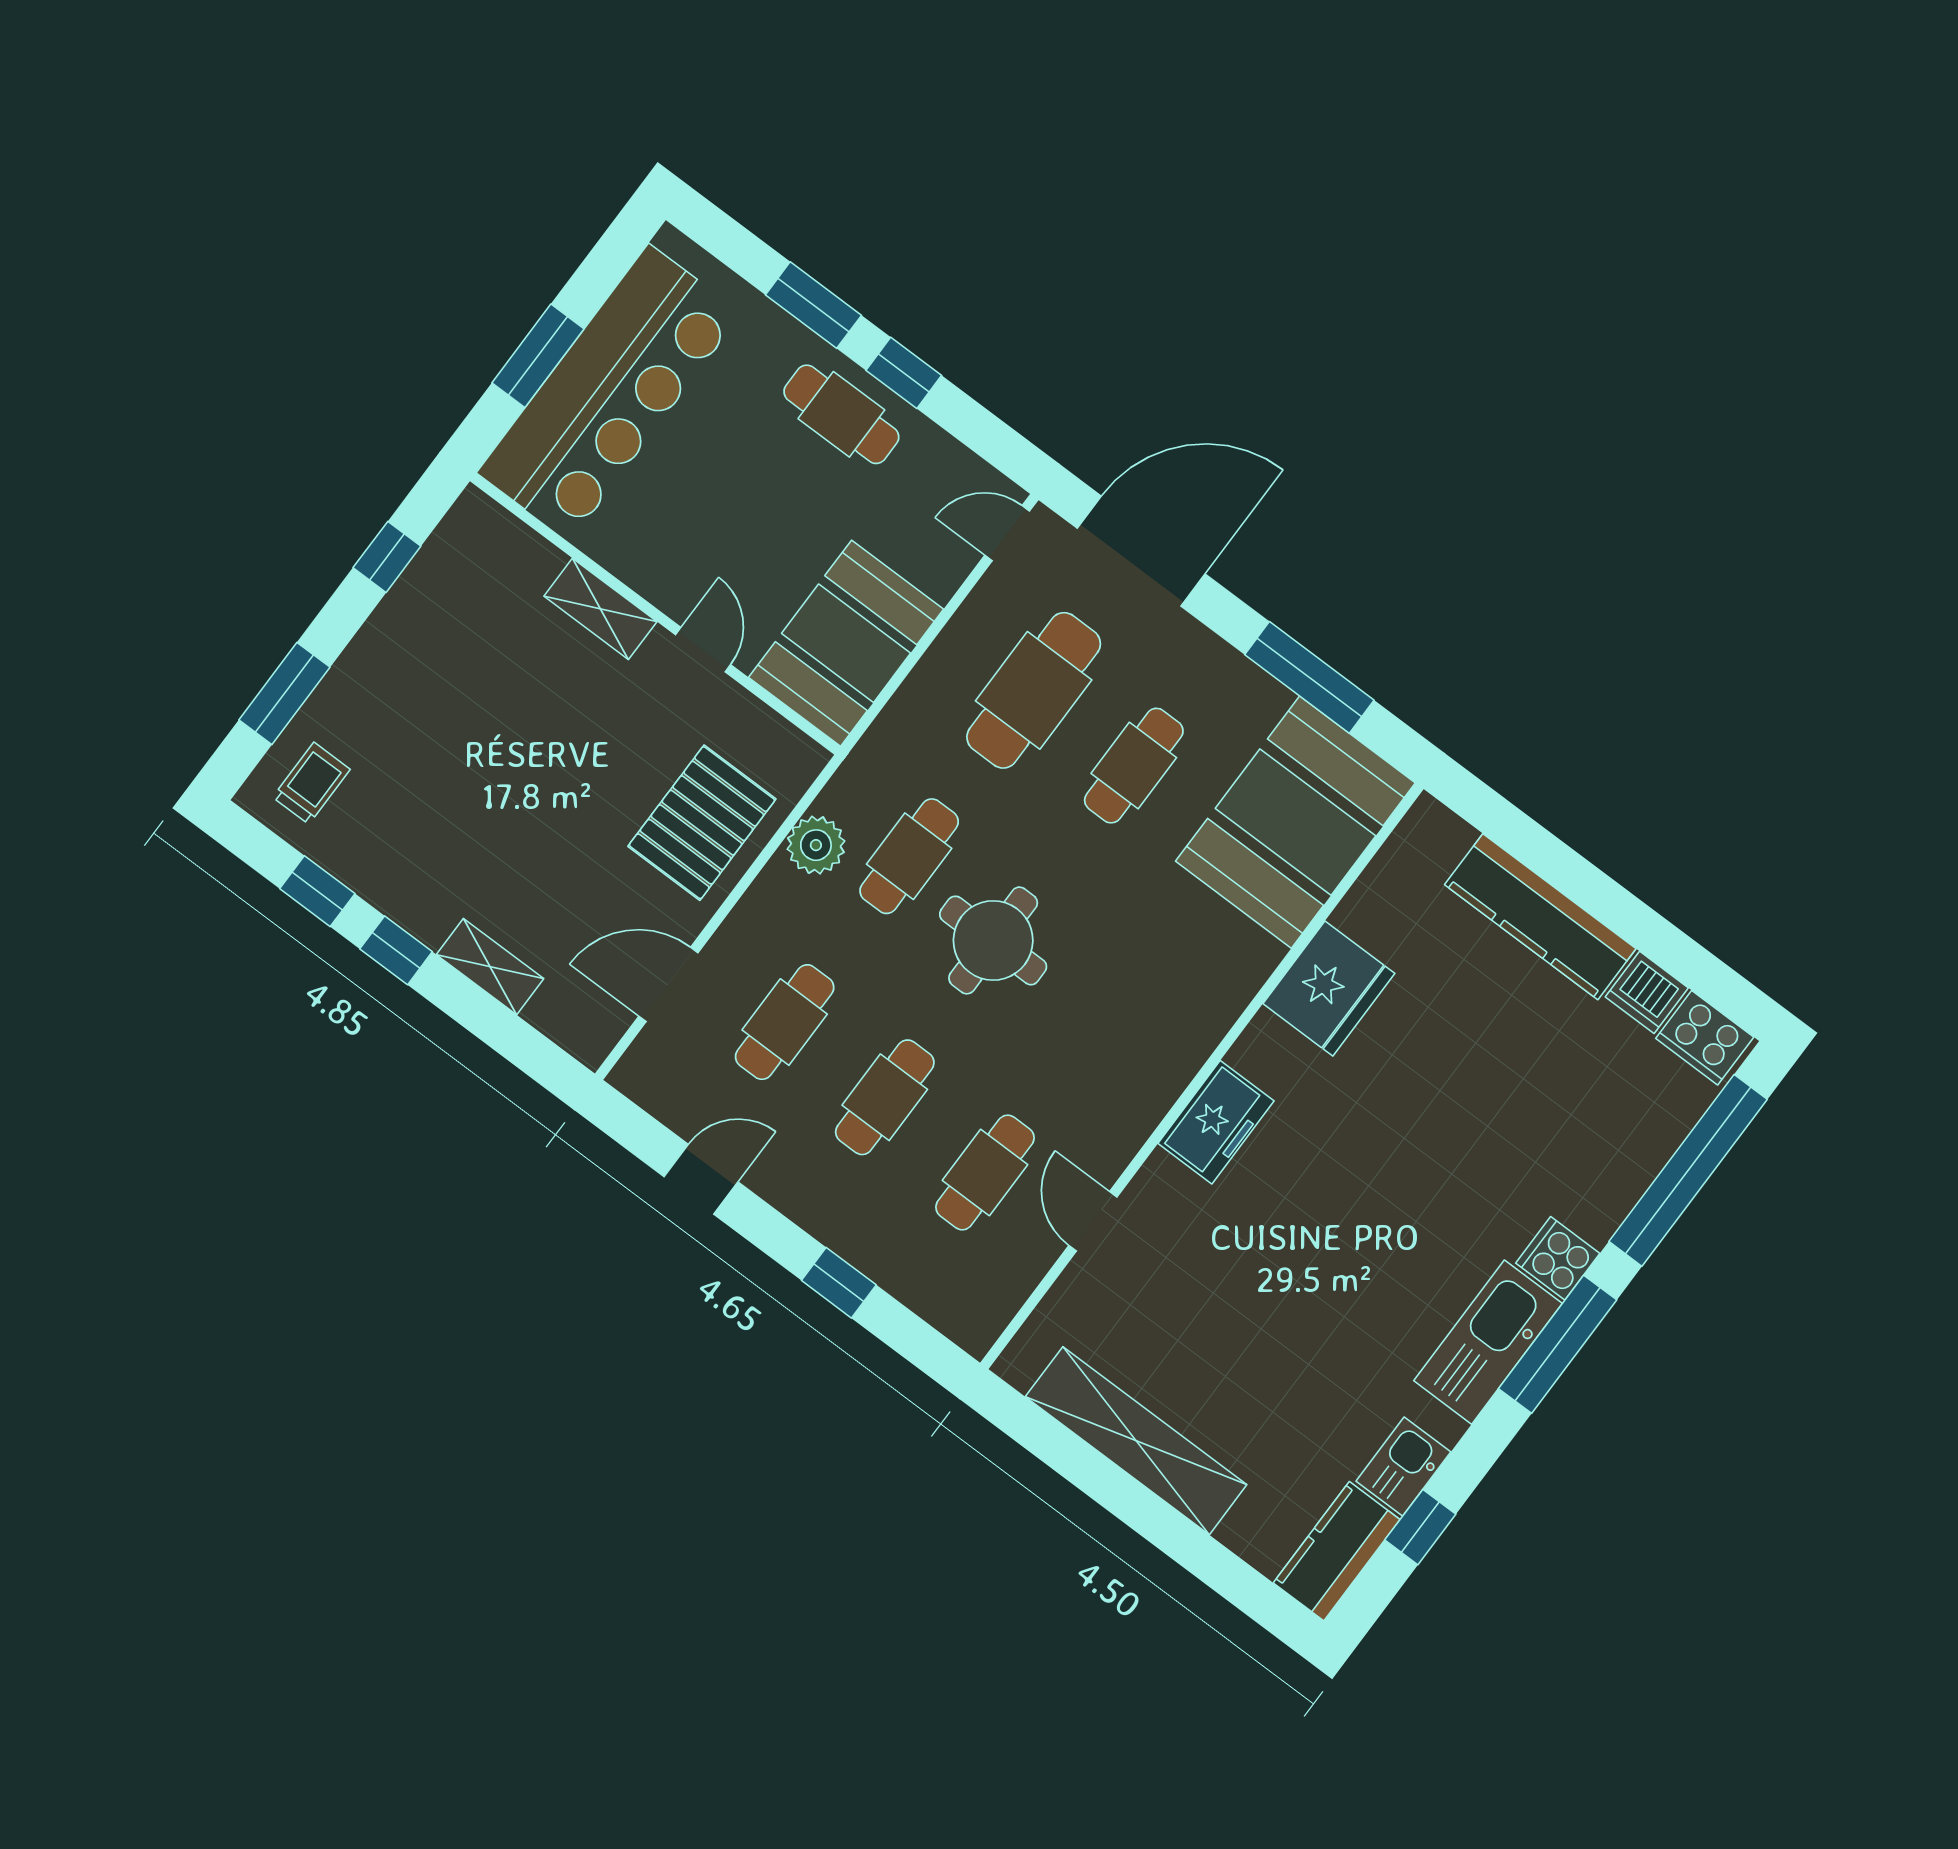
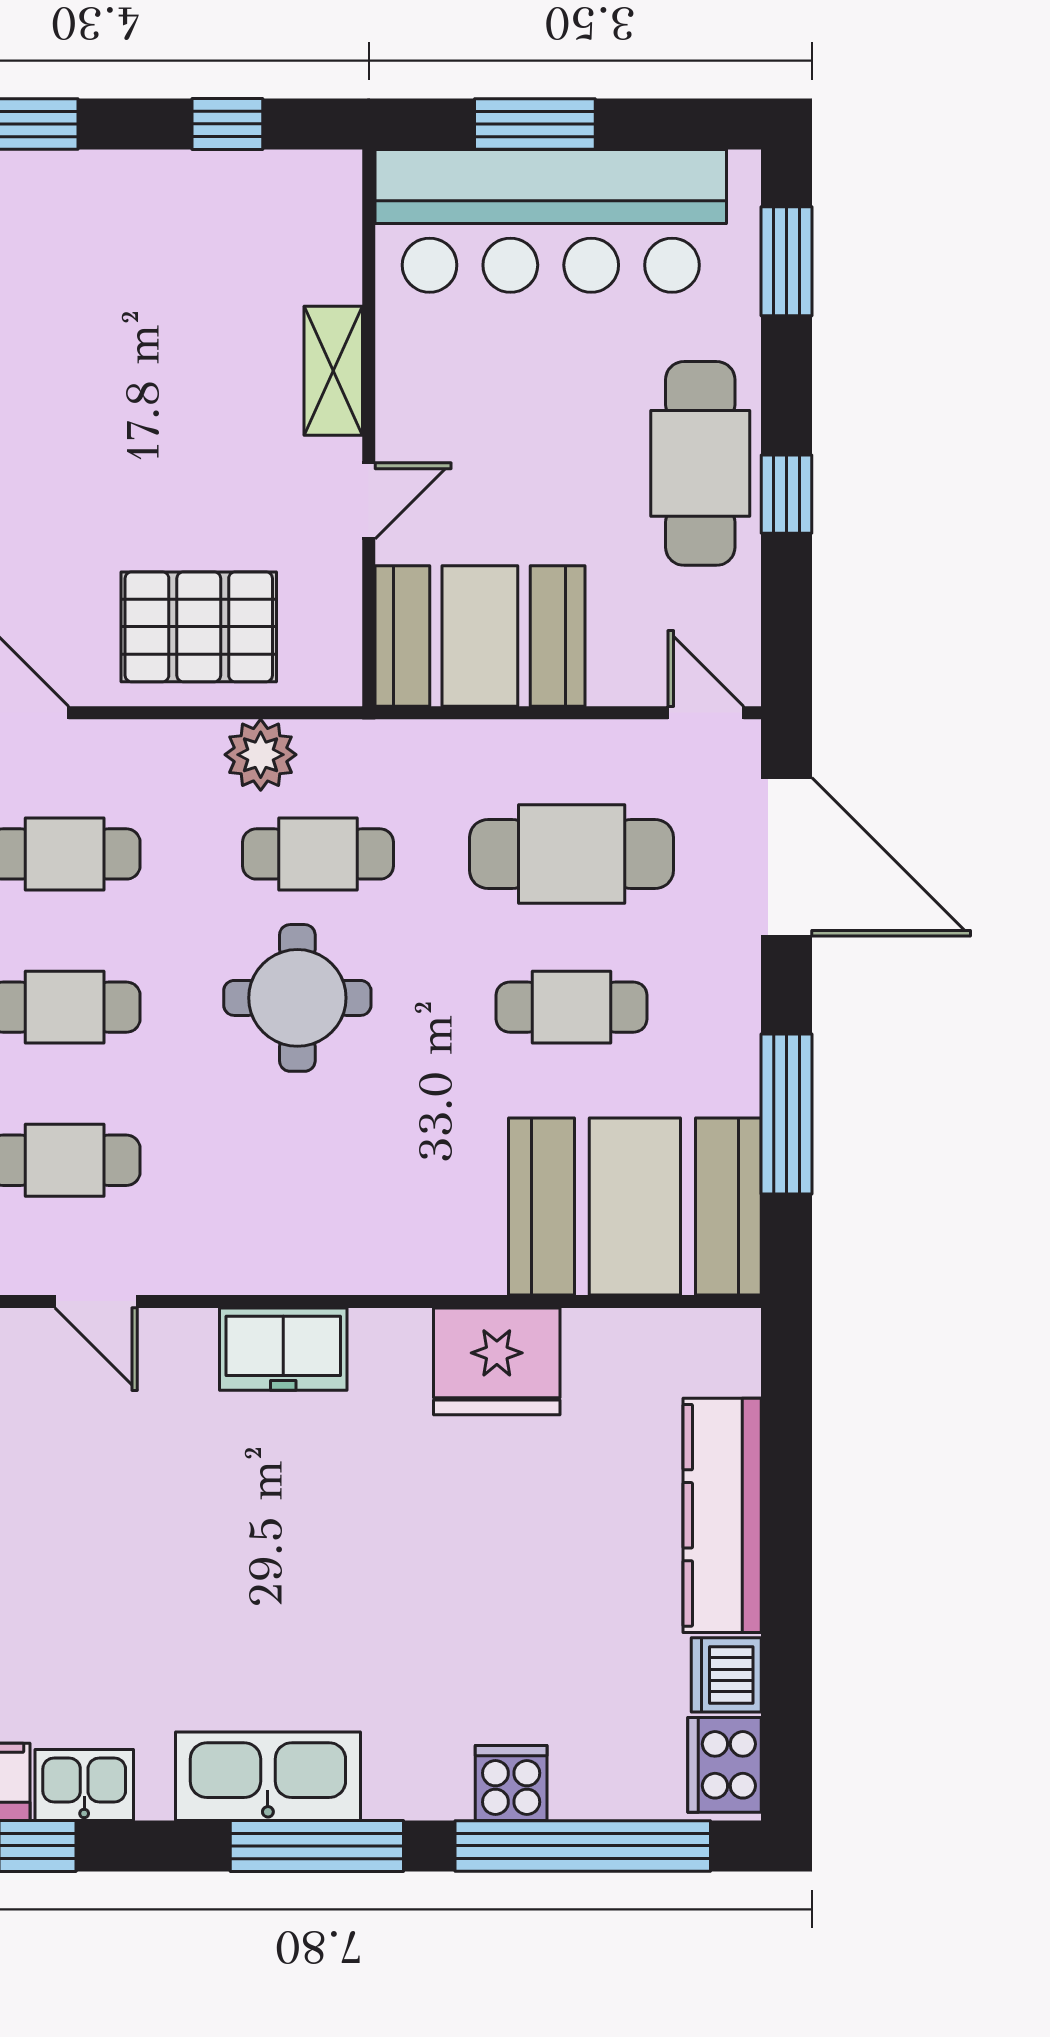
window: (813, 305) -> (787, 261), moved
cafe table: (841, 414) -> (700, 463), width x1.37, depth x1.35
door: (1093, 1221) -> (96, 1301), swing flipped
cooker: (1558, 1258) -> (511, 1783), moved

